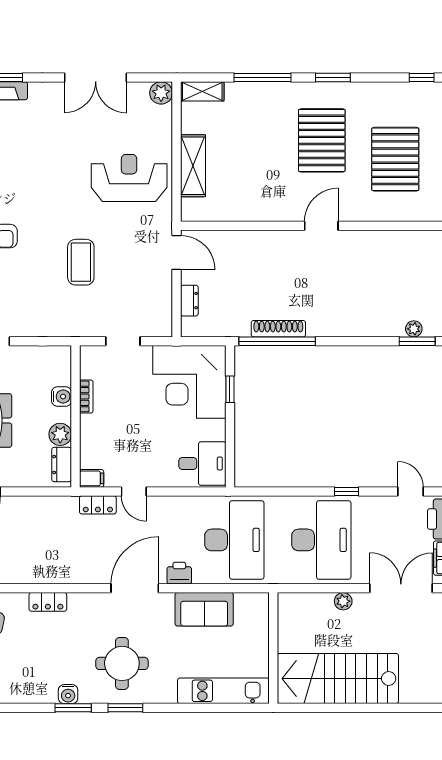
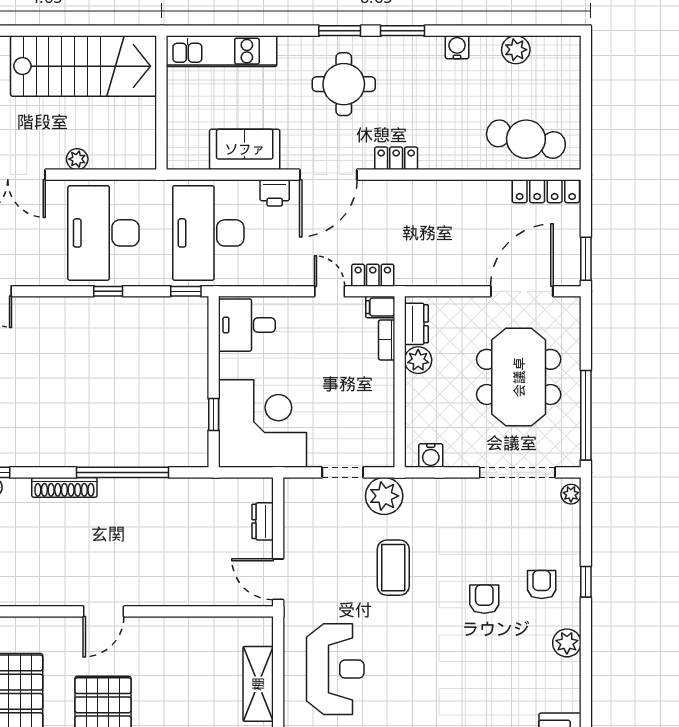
reception desk: (129, 178) -> (335, 669), turned -90
plant: (88, 322) -> (384, 496), added
shoe rack: (278, 329) -> (64, 487), moved
window: (277, 341) -> (122, 472), moved
water cooler: (61, 396) -> (431, 456), moved, turned -90
bookcase: (86, 396) -> (387, 340), moved
window: (253, 492) -> (186, 291), added
window: (347, 492) -> (108, 291), moved
locker: (48, 602) -> (396, 158), moved
water cooler: (68, 694) -> (457, 47), moved

